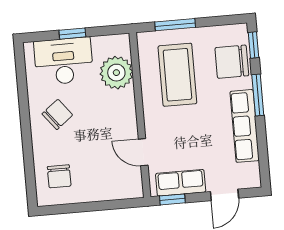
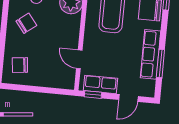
window: (258, 95) -> (160, 63), moved
chair: (59, 176) -> (20, 65), turned 84

